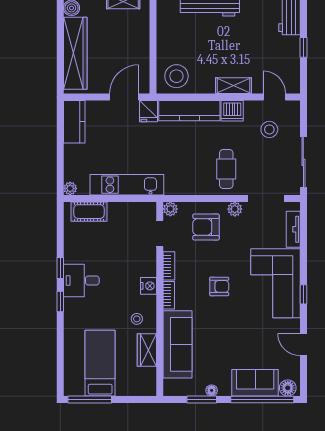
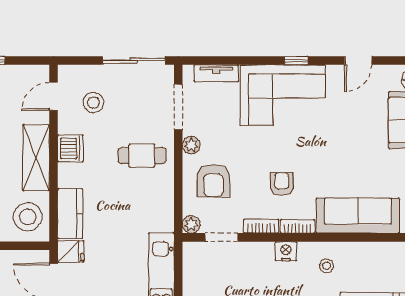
shelving: (233, 86) -> (36, 158), width x1.50, depth x1.33
kitchen counter: (189, 111) -> (70, 214), width x0.67
armchair: (219, 286) -> (282, 184), moved
wardrobe: (147, 350) -> (365, 253), removed

